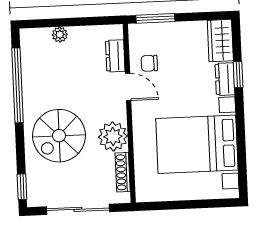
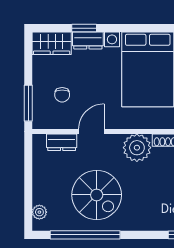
plant: (60, 35) -> (39, 212), moved
chair: (149, 63) -> (62, 95), moved
spiral stairs: (59, 136) -> (97, 195), moved

